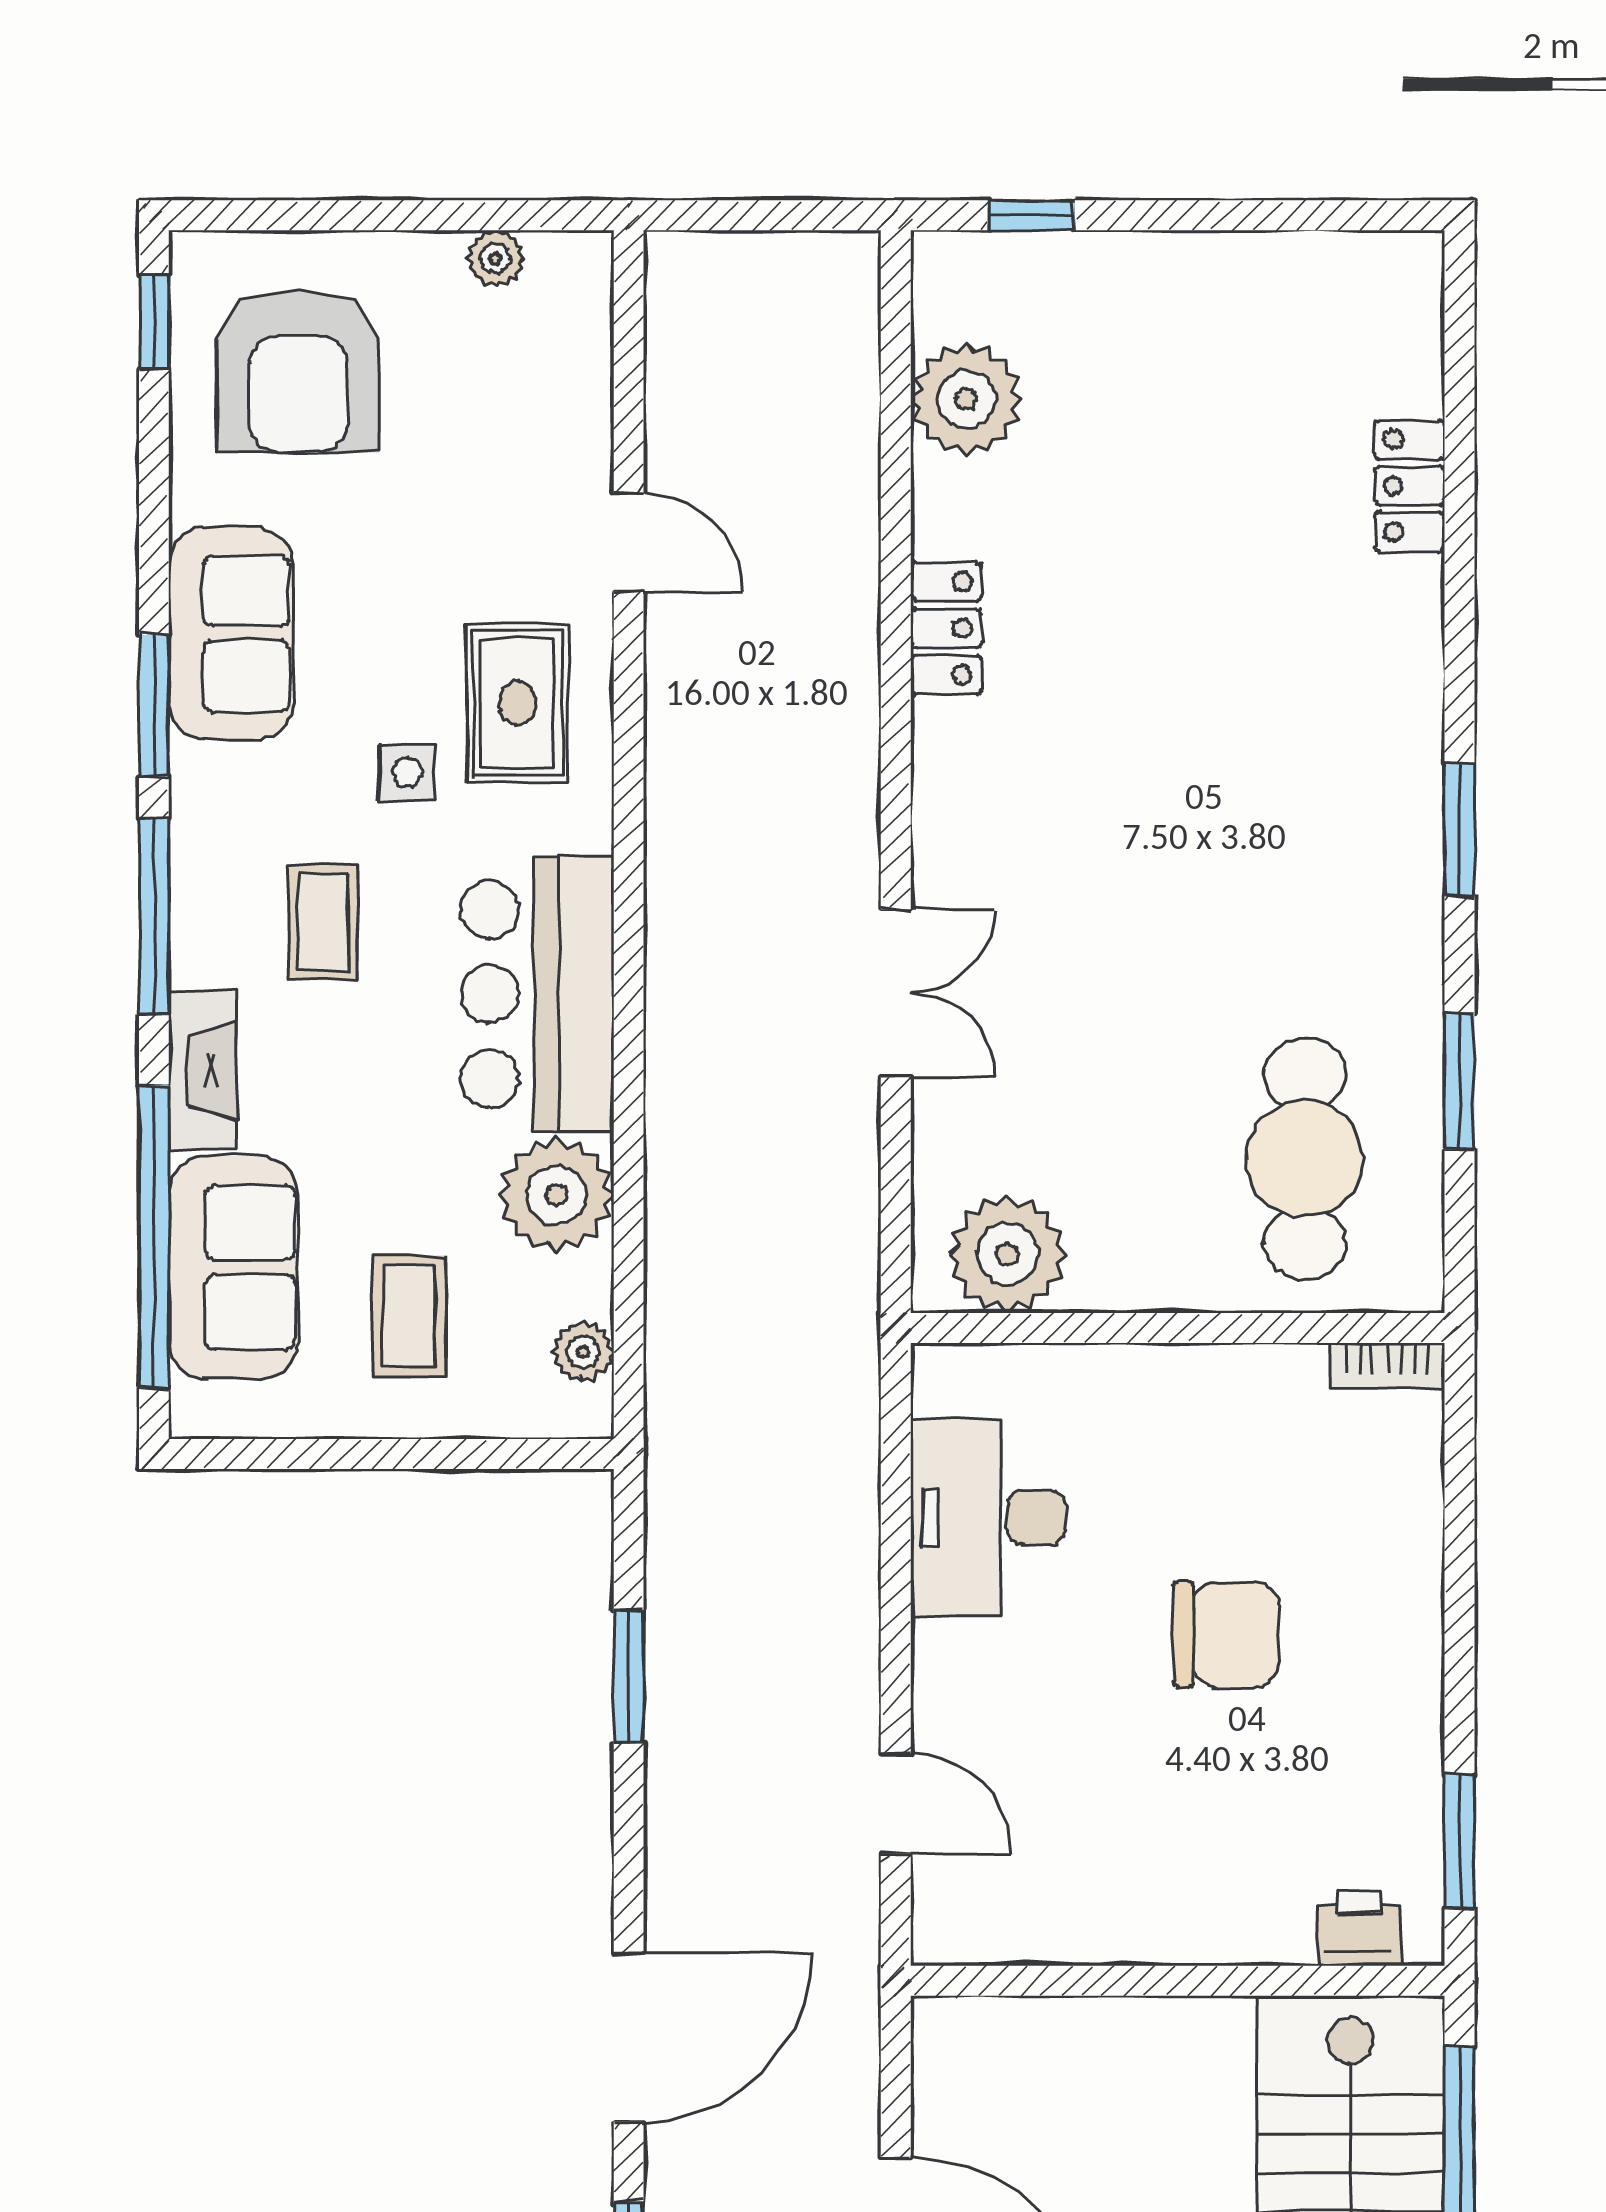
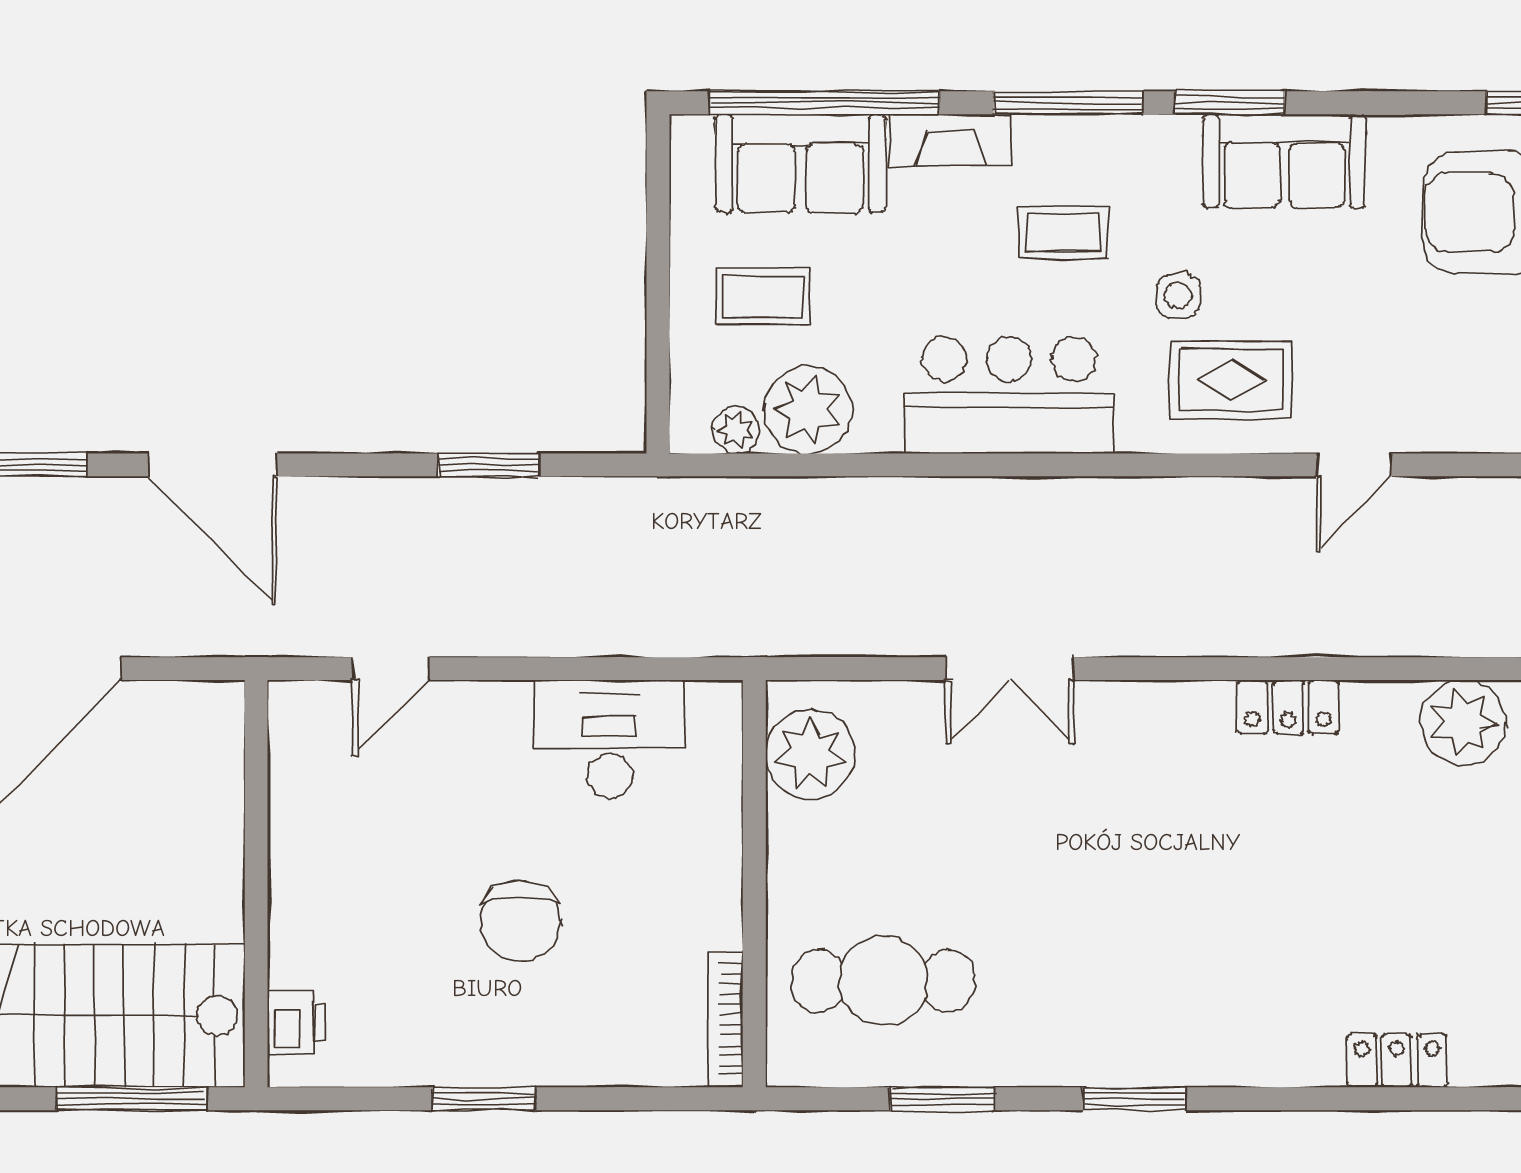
plant: (556, 1195) -> (808, 410), moved
bookcase: (1388, 1366) -> (725, 1019), width x1.56
window: (1459, 1841) -> (484, 1099), moved

